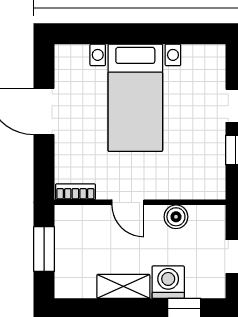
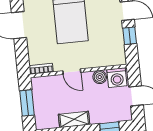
washing machine: (168, 282) -> (117, 78), moved, turned 180

